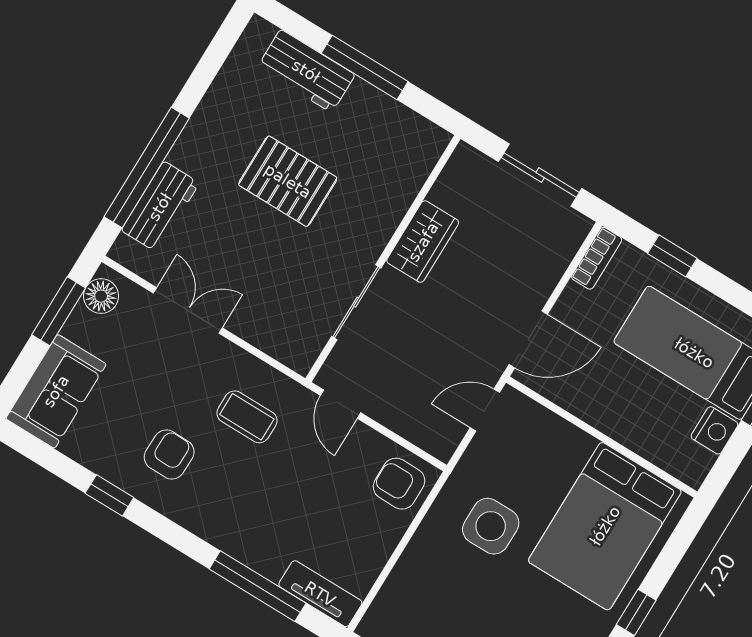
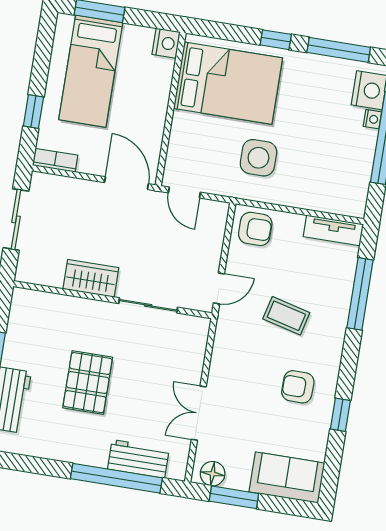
coffee table: (247, 417) -> (286, 316), moved, turned -76
nightstand: (715, 430) -> (166, 43), moved, turned 90
armchair: (399, 484) -> (255, 229), turned -90
tv unit: (320, 594) -> (333, 230), moved, turned -90

